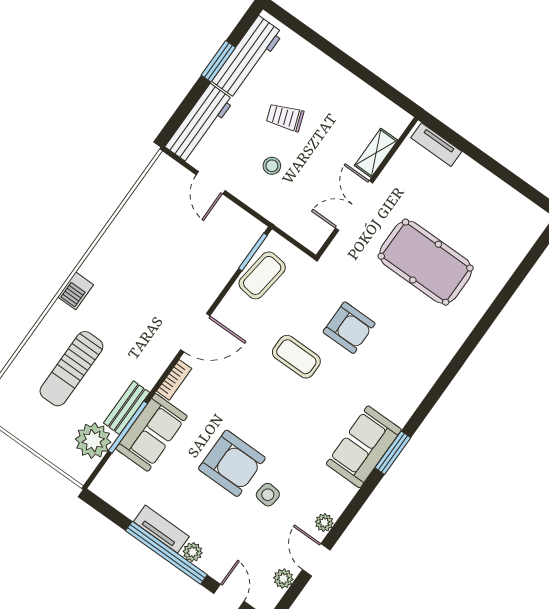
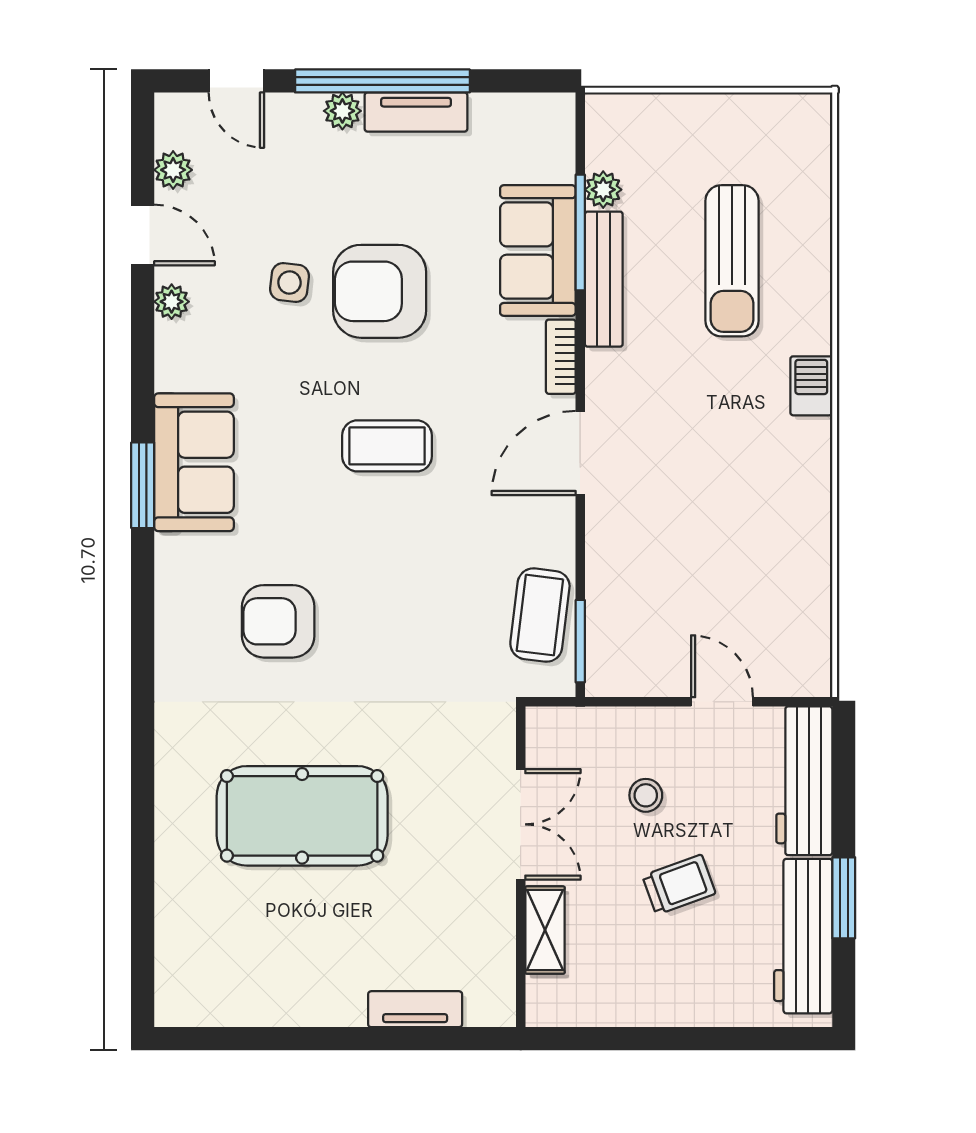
shelving: (376, 153) -> (545, 930), moved
wall: (367, 187) -> (521, 867), moved
double door: (354, 206) -> (521, 824), moved
armchair: (349, 328) -> (278, 621), moved
coffee table: (296, 357) -> (387, 446), moved
sun lounger: (71, 369) -> (732, 261), turned 180
bench: (127, 408) -> (604, 279), width x1.36
plant: (93, 441) -> (603, 190), width x0.53, depth x0.53

